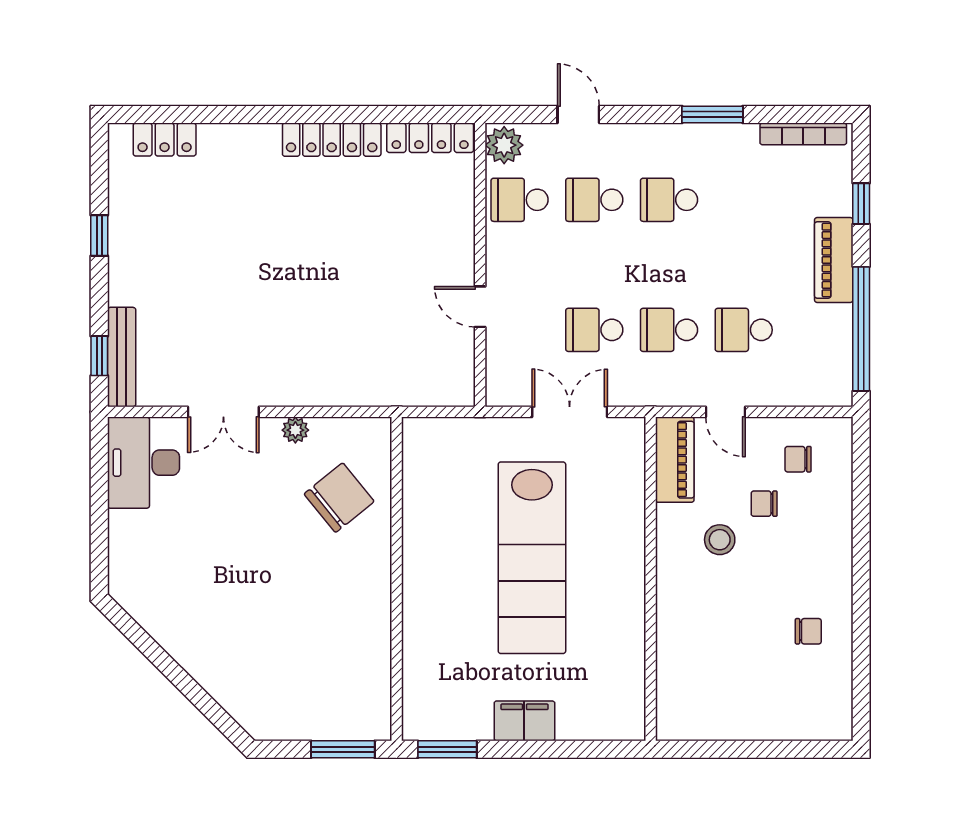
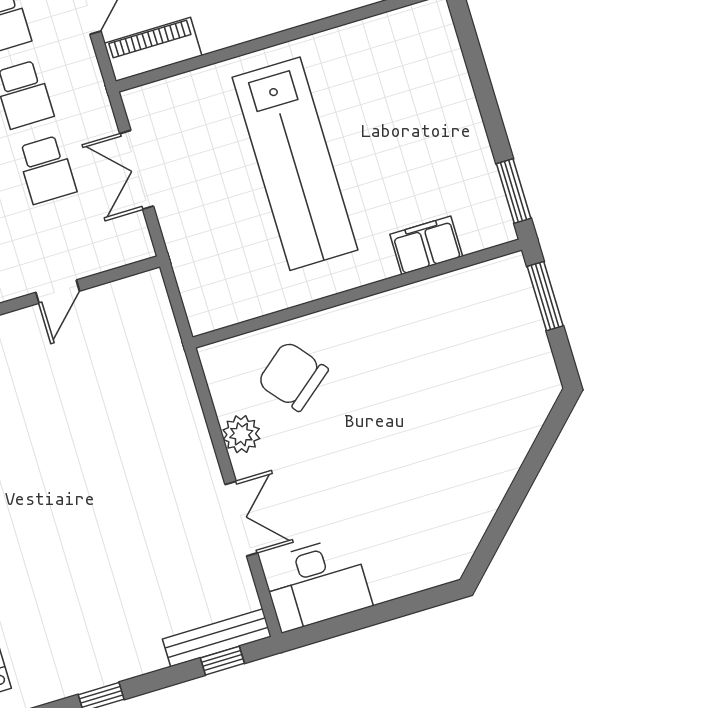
plant: (295, 430) -> (241, 434), width x1.38, depth x1.38
lab bench: (532, 558) -> (295, 164), turned 90
filing cabinet: (524, 721) -> (426, 245), moved, turned 90

